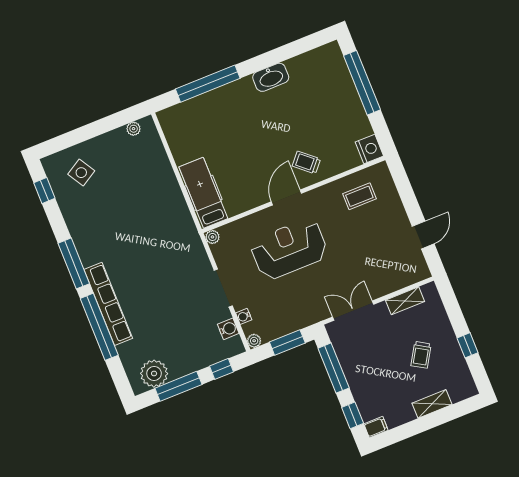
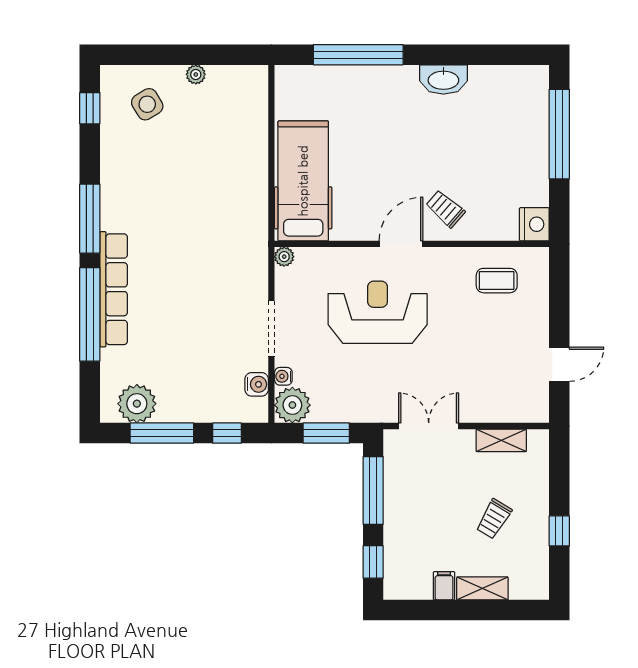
plant: (134, 129) -> (196, 74), moved
hospital bed: (203, 193) -> (303, 181), width x1.37, depth x1.29
plant: (254, 341) -> (292, 405), width x1.88, depth x1.88
filing cabinet: (376, 427) -> (444, 586), moved, turned -90

